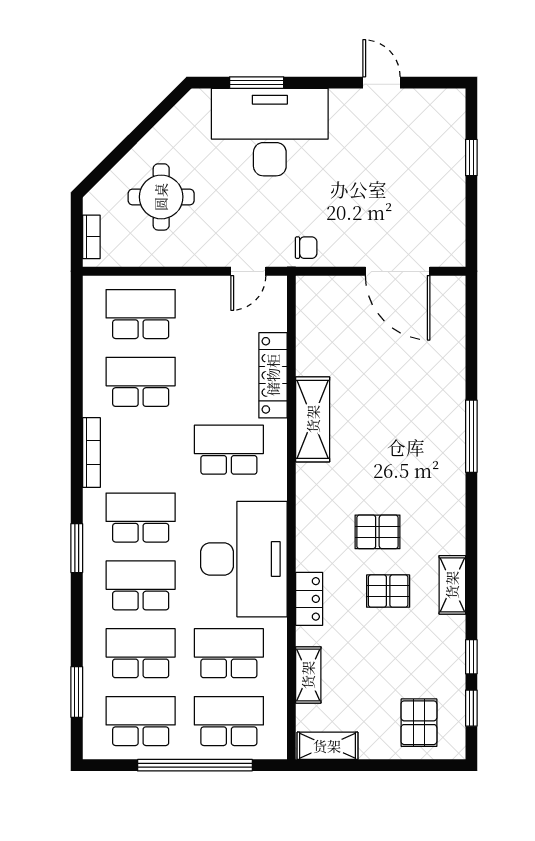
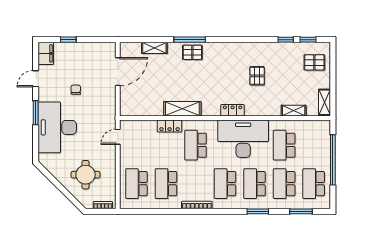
window: (257, 83) -> (36, 113), moved
filing cabinet: (440, 106) -> (46, 53), added
chair: (306, 248) -> (76, 90), moved
door: (248, 271) -> (118, 137), swing flipped
locker: (273, 375) -> (170, 126), width x0.66
pallet: (377, 532) -> (192, 52), moved, turned 90
window: (77, 548) -> (258, 211), moved
shelving: (452, 585) -> (154, 48), moved
locker: (309, 599) -> (233, 110), moved
school desk: (229, 721) -> (314, 145), removed

